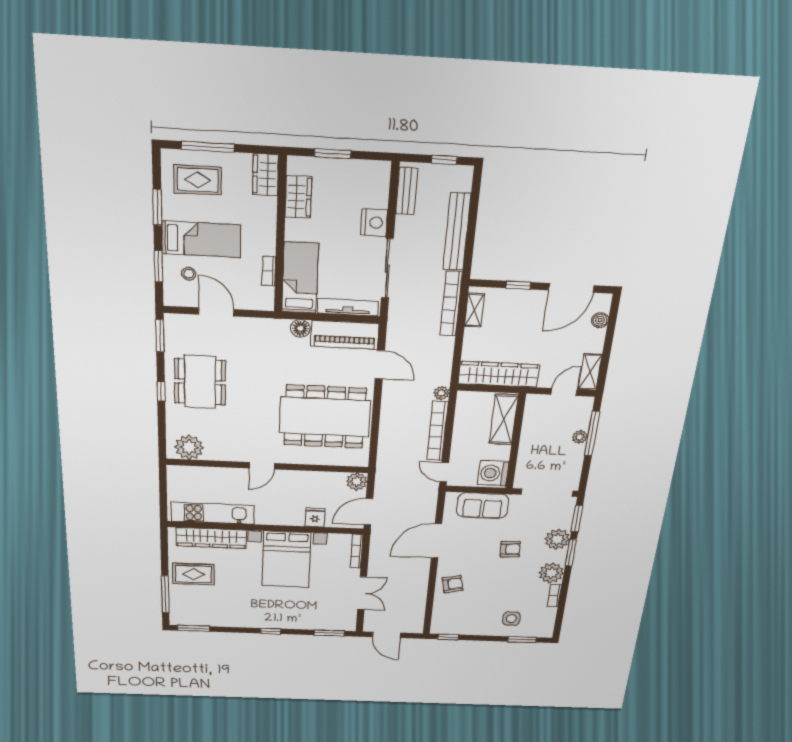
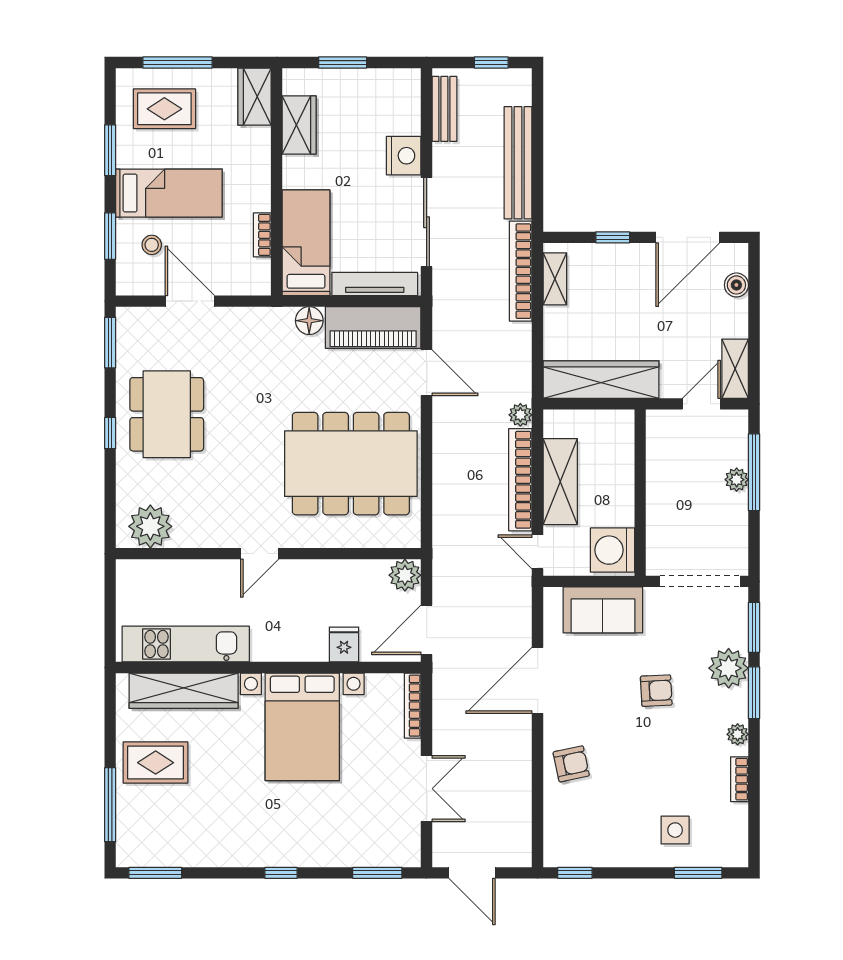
shelving: (504, 419) -> (560, 482), moved
plant: (551, 573) -> (738, 734), width x0.53, depth x0.53

